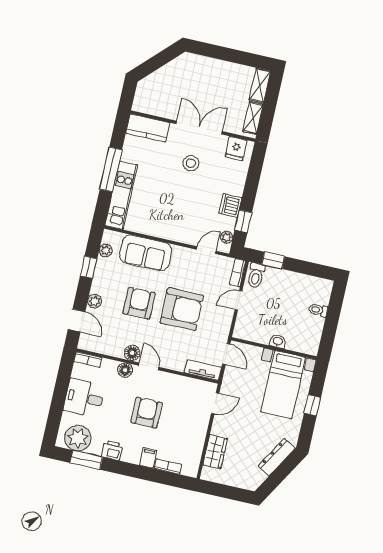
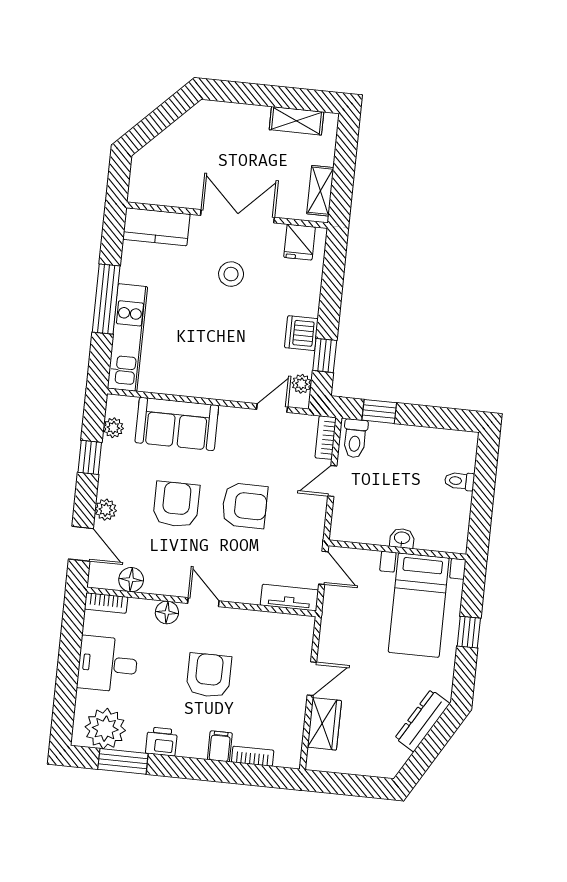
shelving: (260, 85) -> (296, 121), moved, turned 90
armchair: (182, 309) -> (245, 506), width x0.73, depth x0.73
floor lamp: (132, 353) -> (131, 580), moved
door: (215, 403) -> (312, 679), moved

